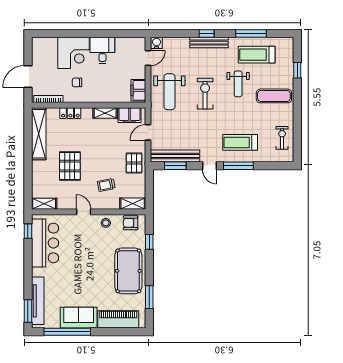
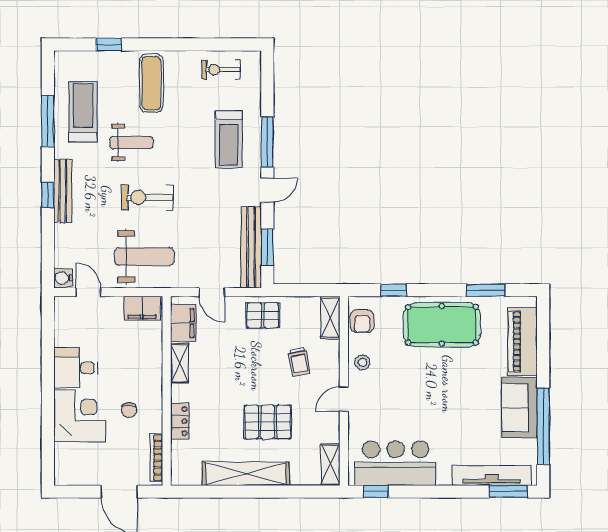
treadmill: (257, 55) -> (83, 112), turned 180
shelving: (39, 134) -> (246, 474), moved

